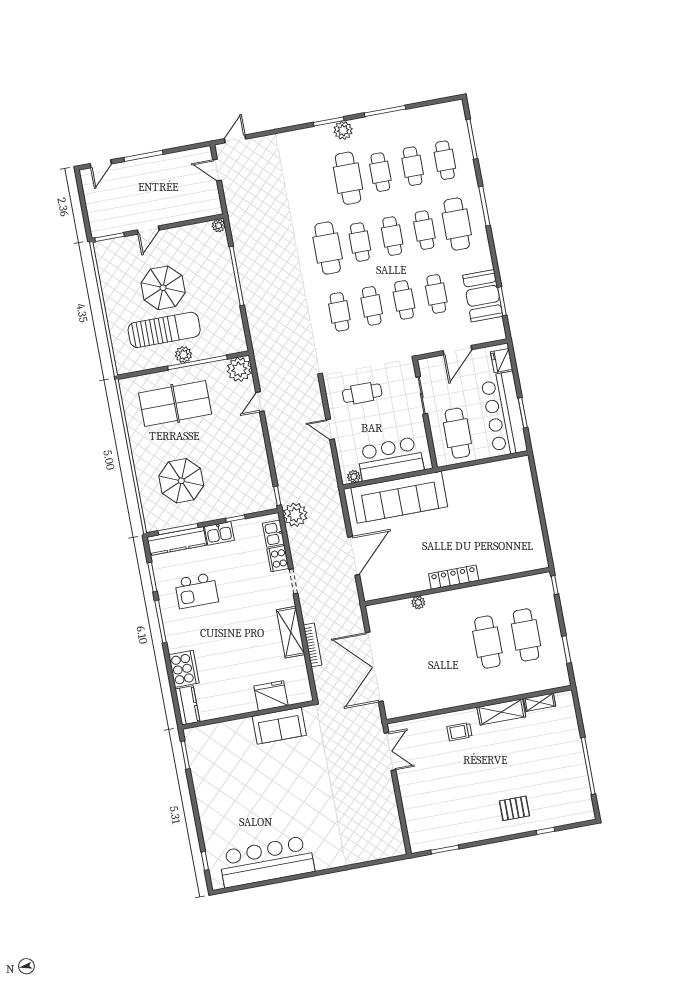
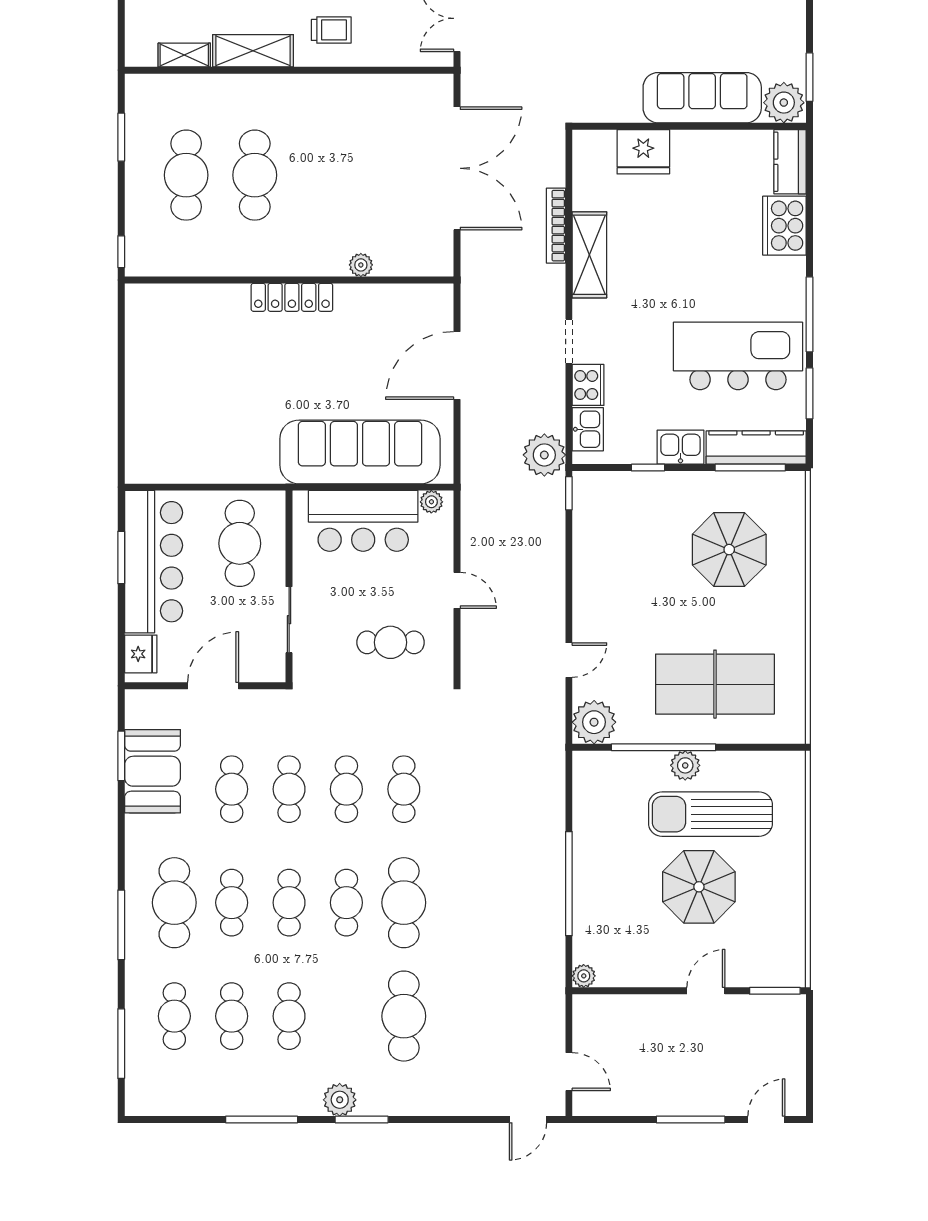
cafe table: (348, 178) -> (404, 1016), moved
kitchen island: (196, 591) -> (738, 356), width x1.87, depth x1.28
sofa: (279, 726) -> (702, 98), moved, width x1.36
plant: (197, 738) -> (784, 103), added

